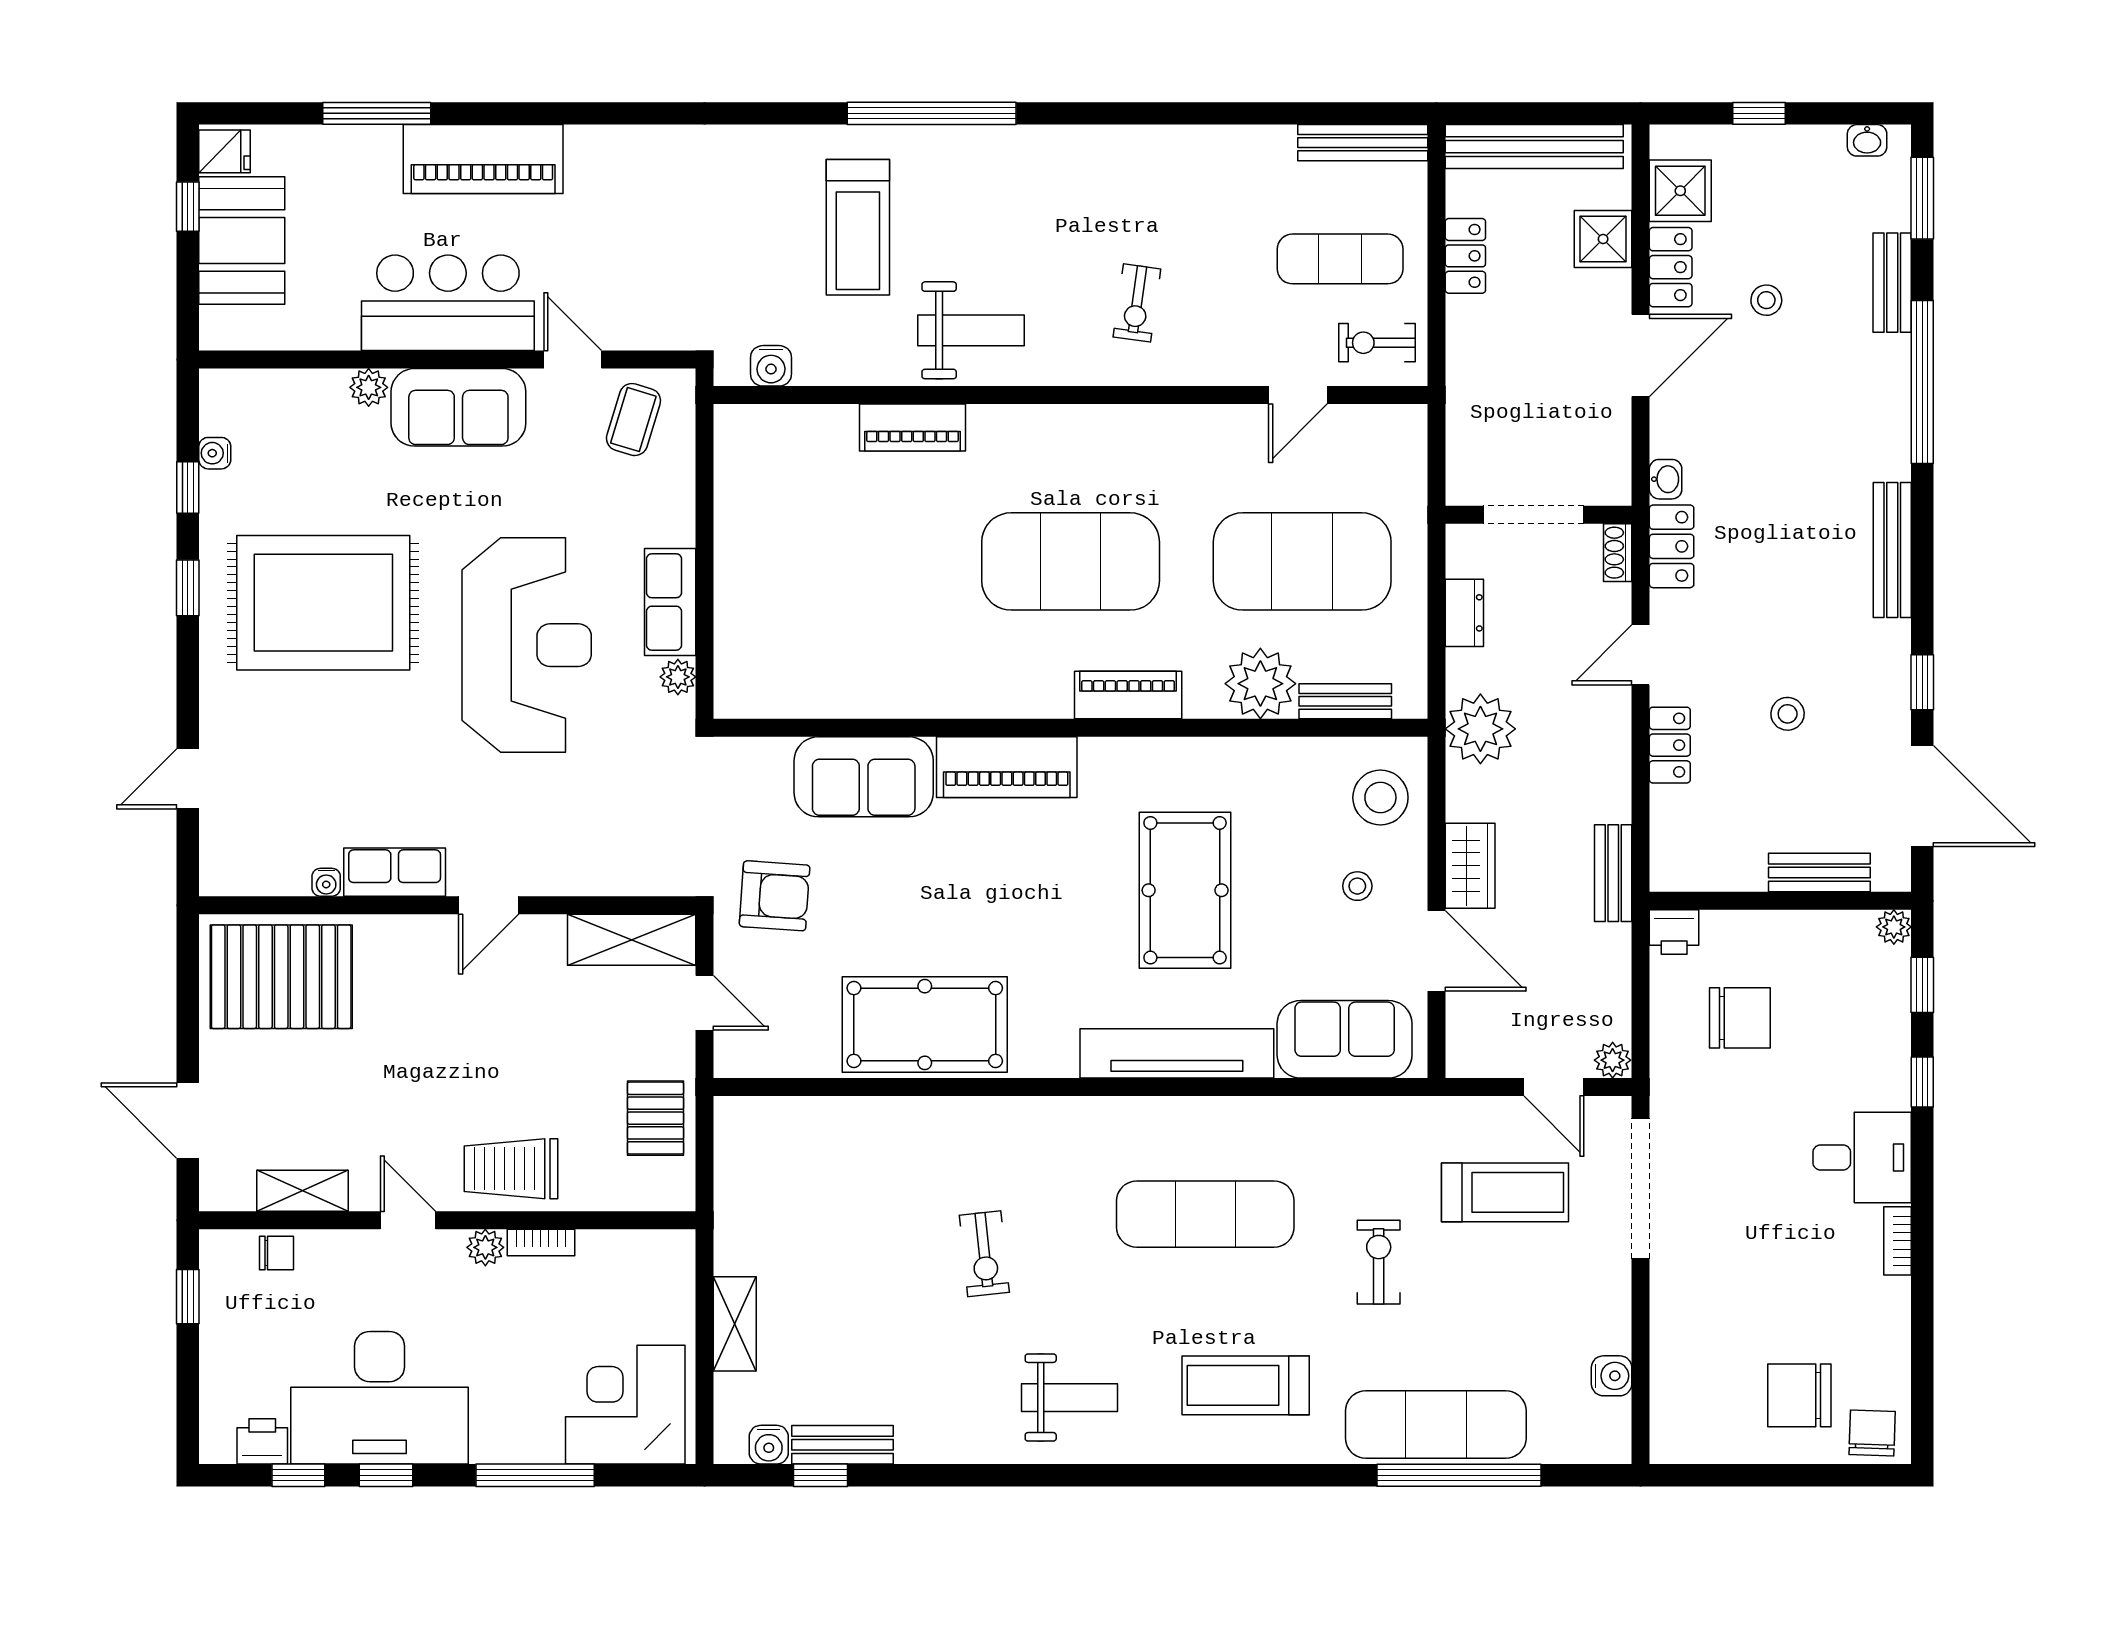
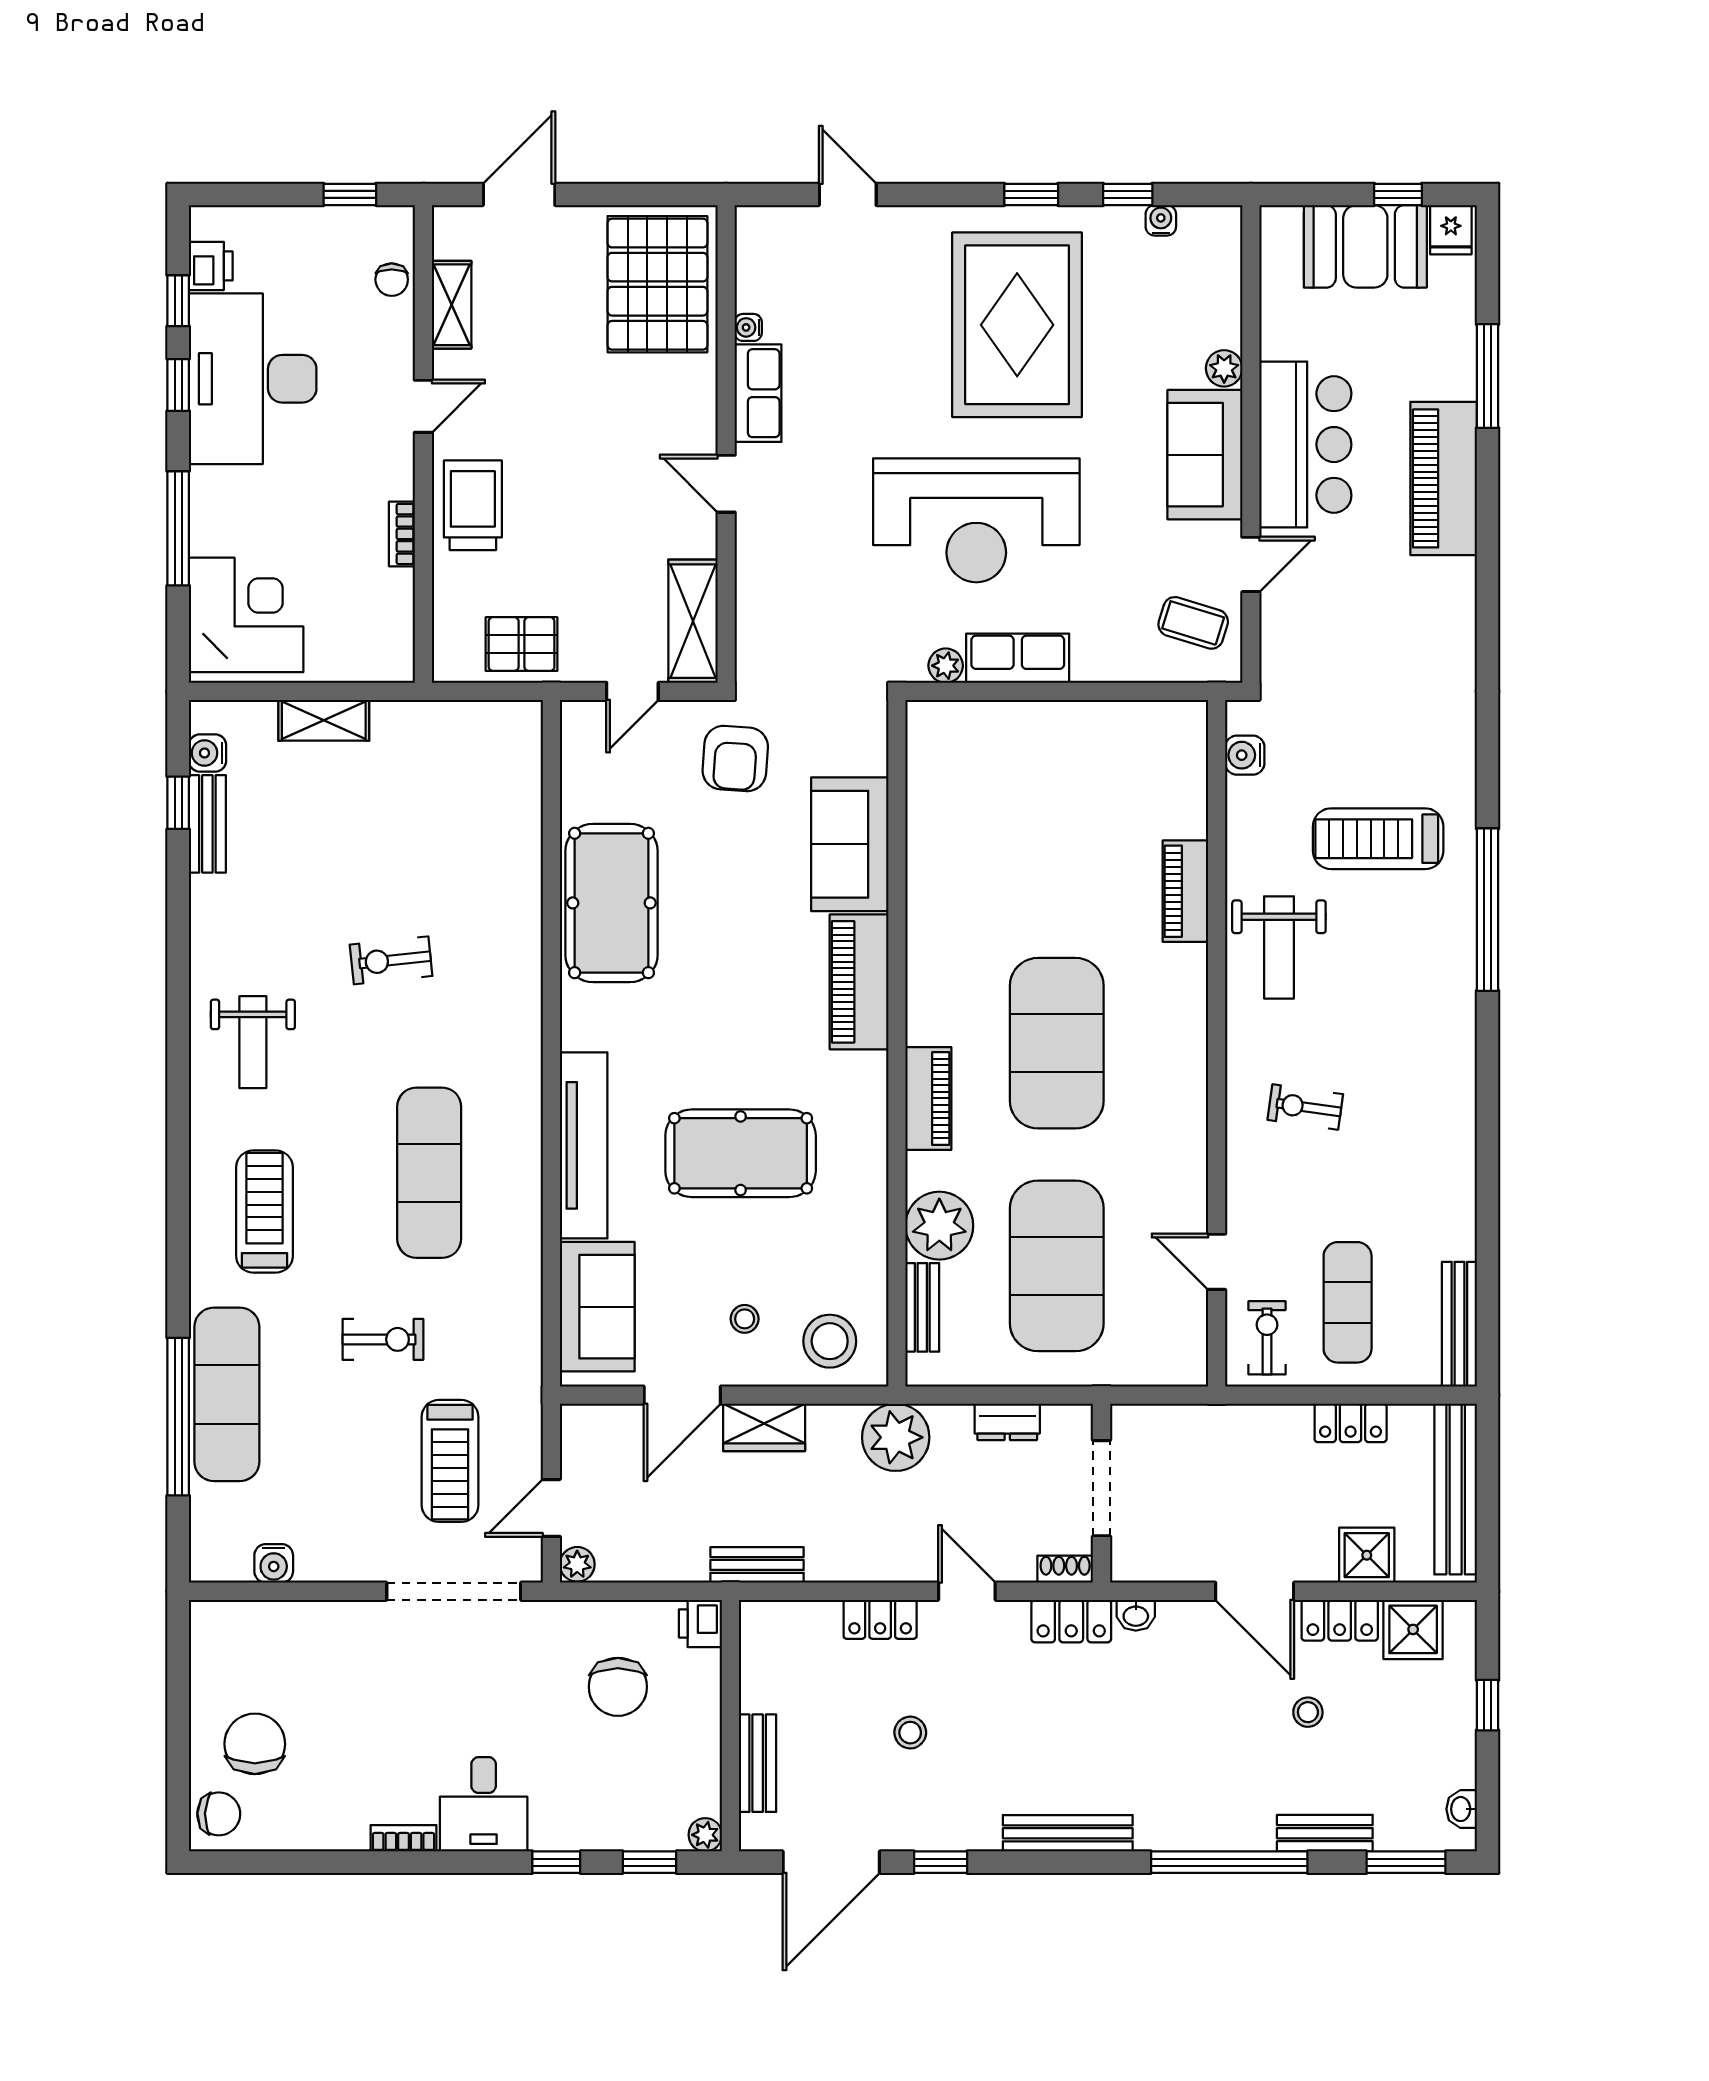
plant: (485, 1247) -> (397, 480), removed

